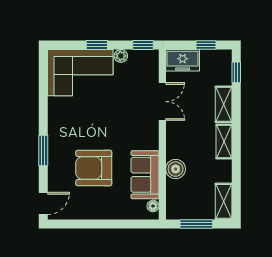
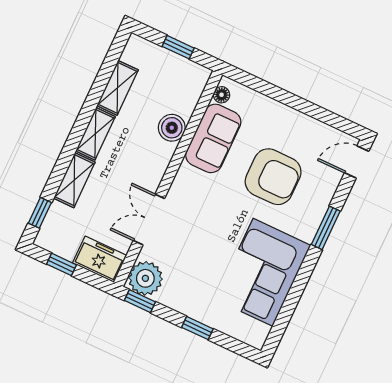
plant: (121, 56) -> (145, 278), moved, width x1.88, depth x1.88
corner sofa: (80, 73) -> (263, 272), moved, turned -90
shelving: (224, 201) -> (117, 88), moved
window: (196, 224) -> (178, 47), width x0.67

